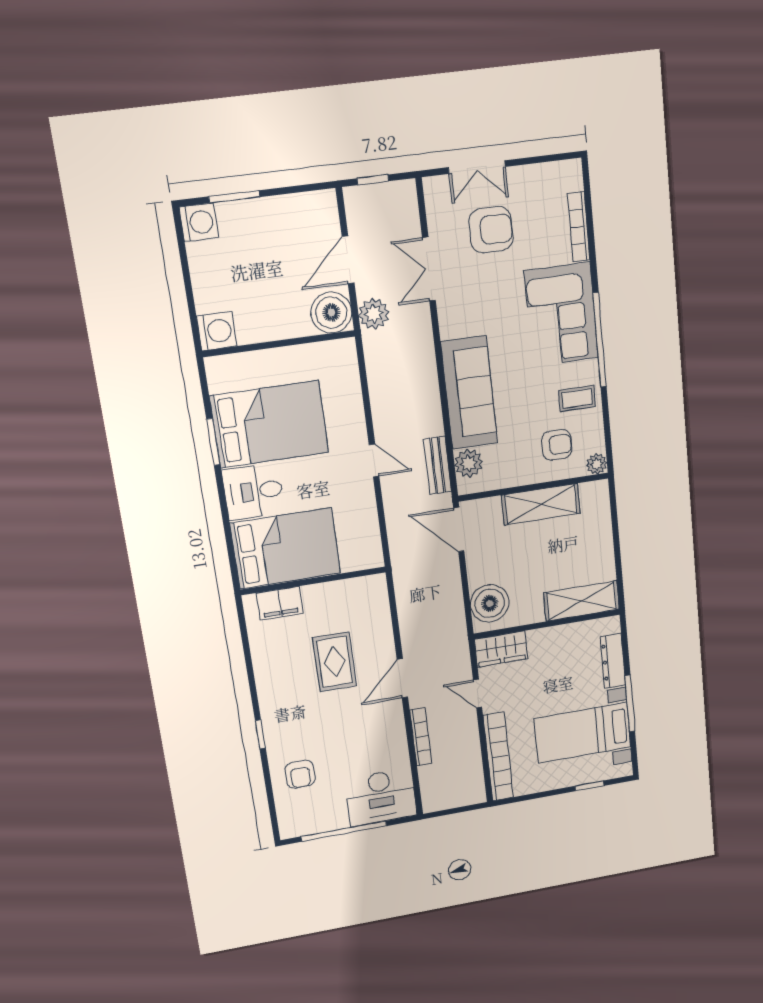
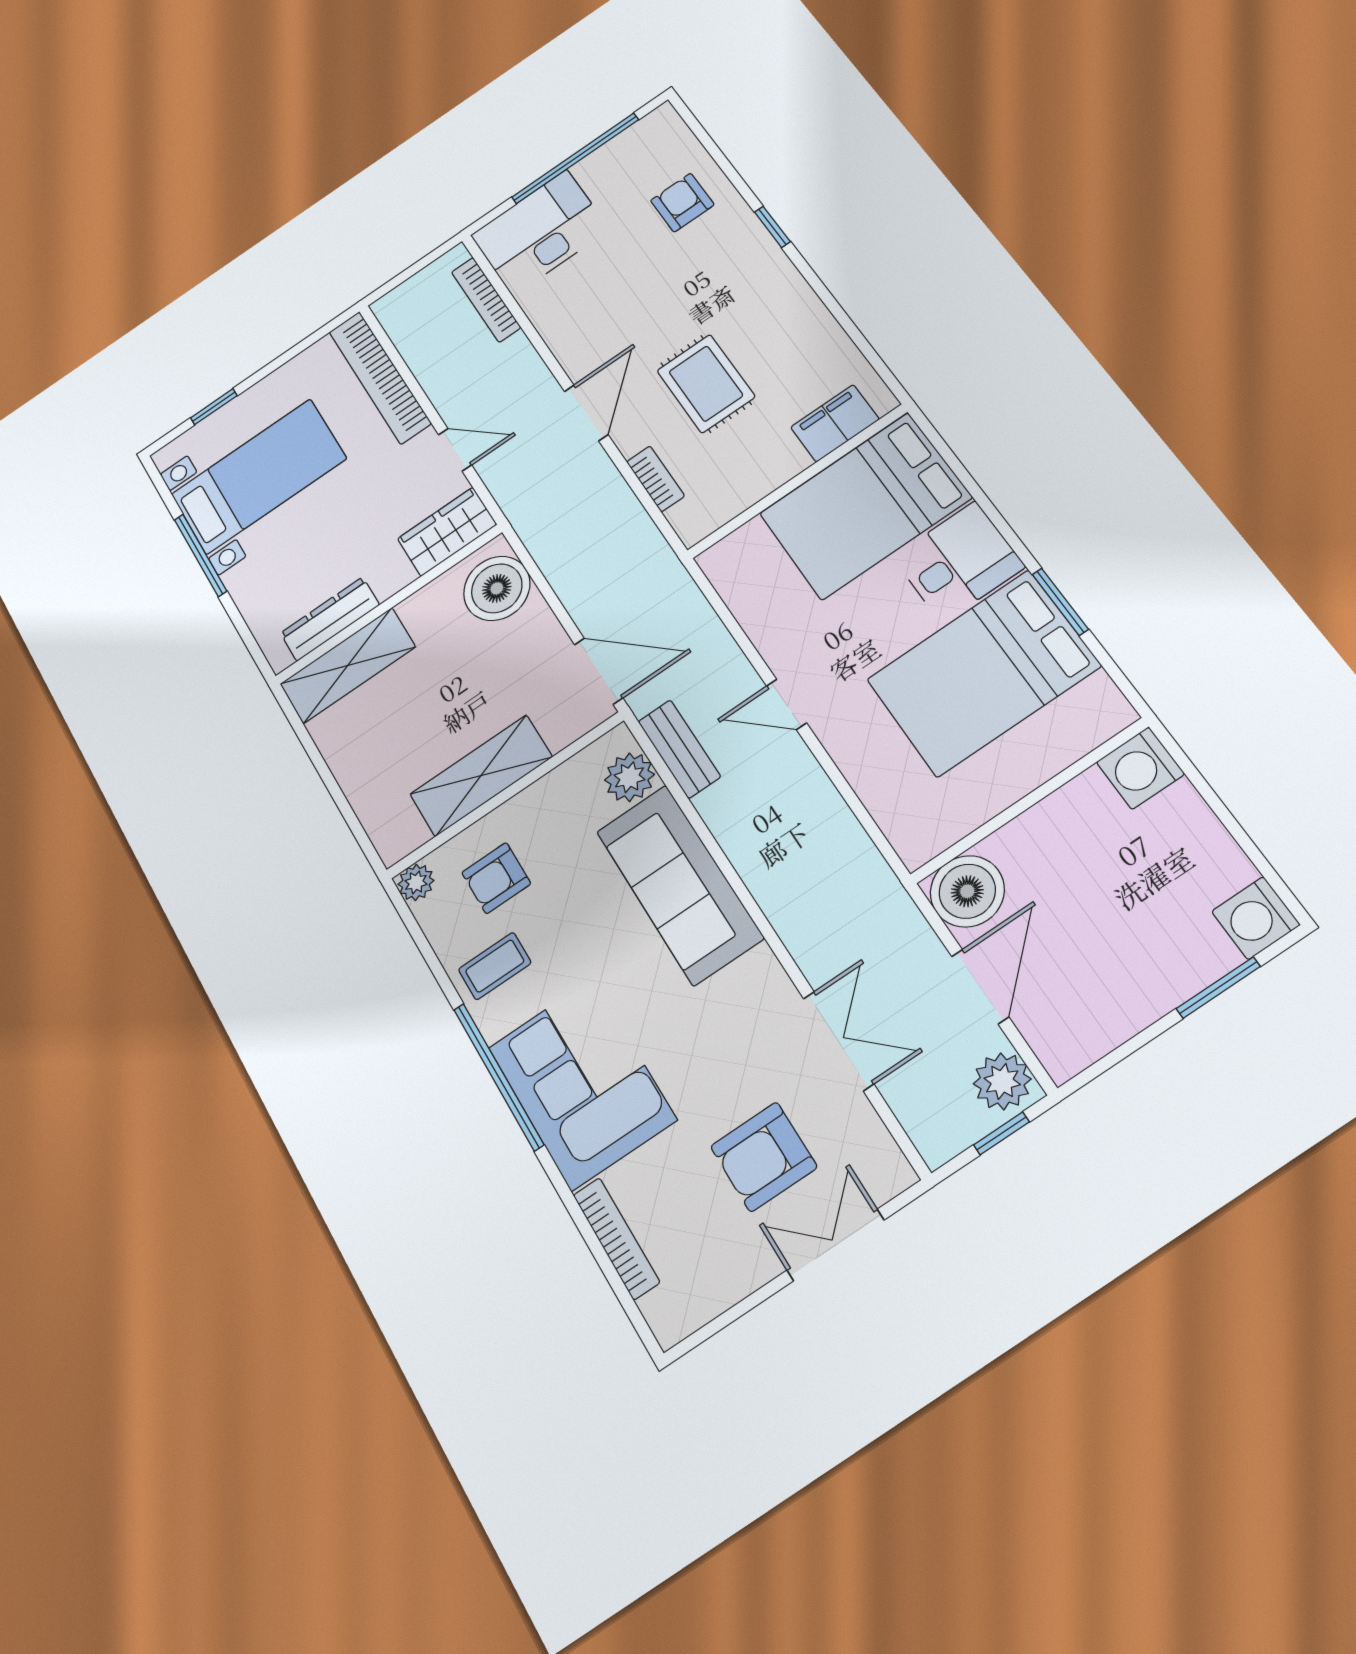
plant: (374, 314) -> (1002, 1081), moved
bookcase: (384, 621) -> (655, 479), added
dresser: (613, 661) -> (330, 619), moved, turned -90
bookcase: (421, 737) -> (486, 300), moved

